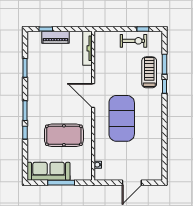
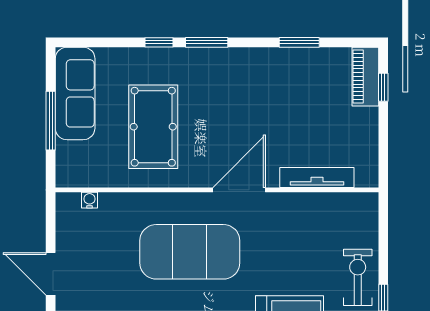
piano: (56, 37) -> (365, 77), moved
exercise bike: (133, 41) -> (358, 277), turned 180
tv unit: (87, 48) -> (317, 178), moved

